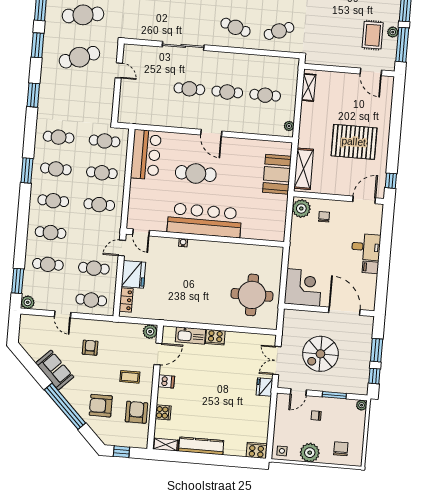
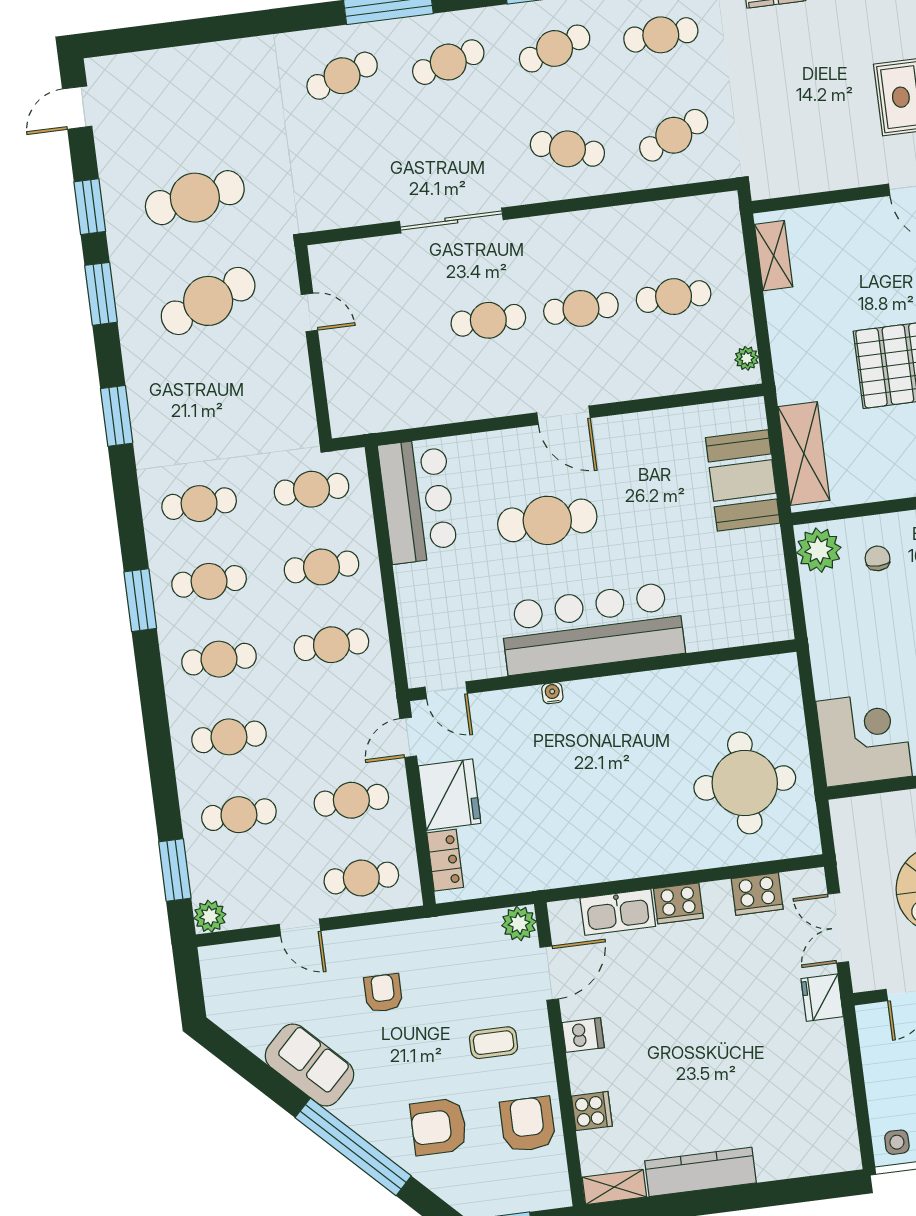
cooker: (256, 450) -> (757, 894), moved, turned 180

